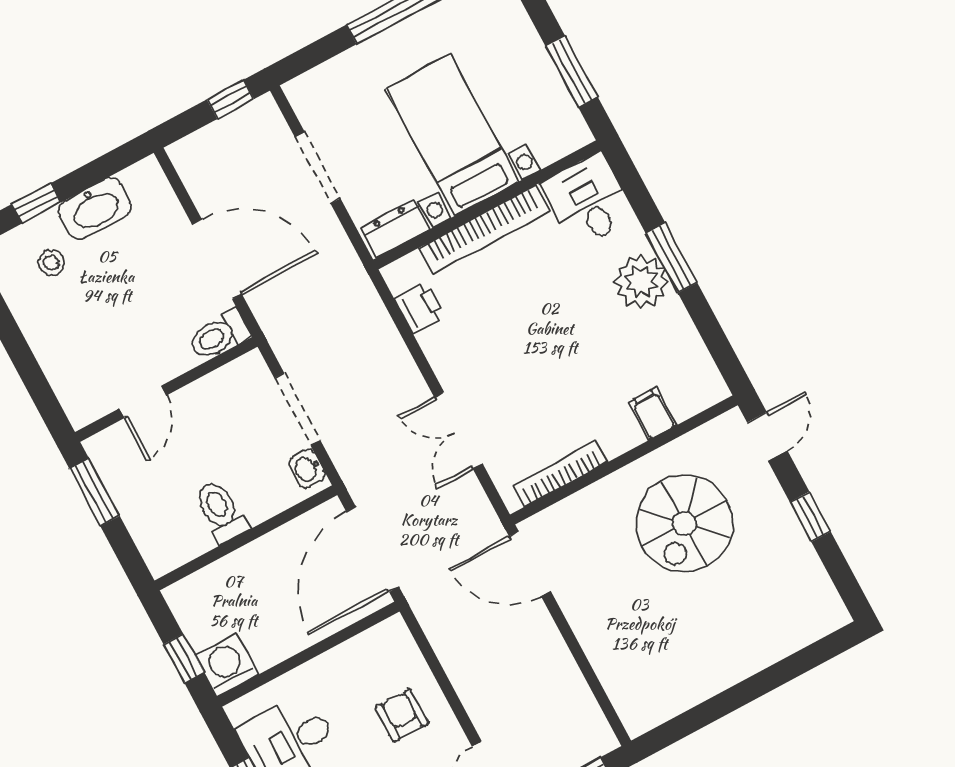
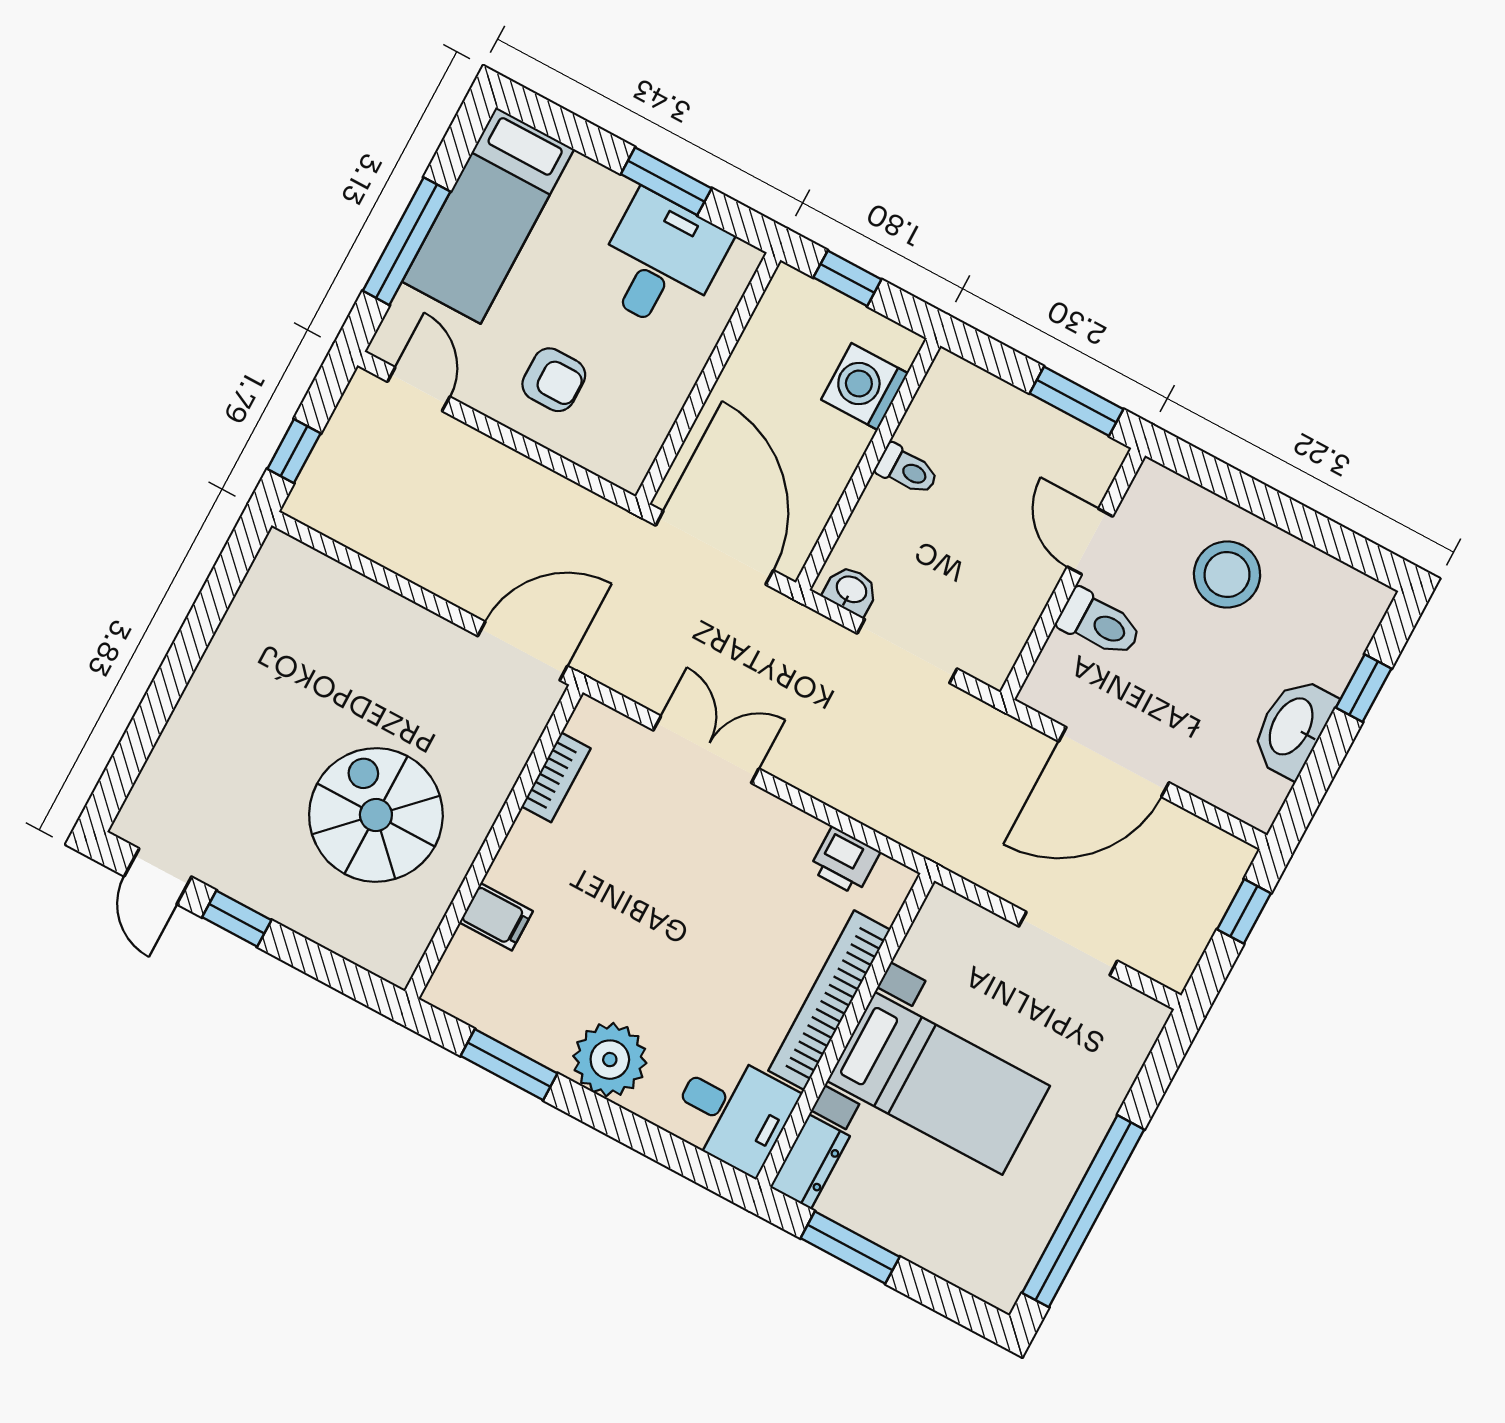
window: (230, 99) -> (1244, 911), moved
dresser: (395, 229) -> (810, 1162), moved
window: (671, 258) -> (509, 1065), moved
stool: (51, 263) -> (1227, 575), moved, width x1.89, depth x1.89
toilet: (219, 335) -> (1100, 623), moved, turned 90
door: (767, 436) -> (158, 876), moved
bookcase: (560, 474) -> (556, 777), width x0.64
toilet: (221, 512) -> (907, 470), width x0.73, depth x0.72
washing machine: (226, 665) -> (865, 387), moved, turned 180

